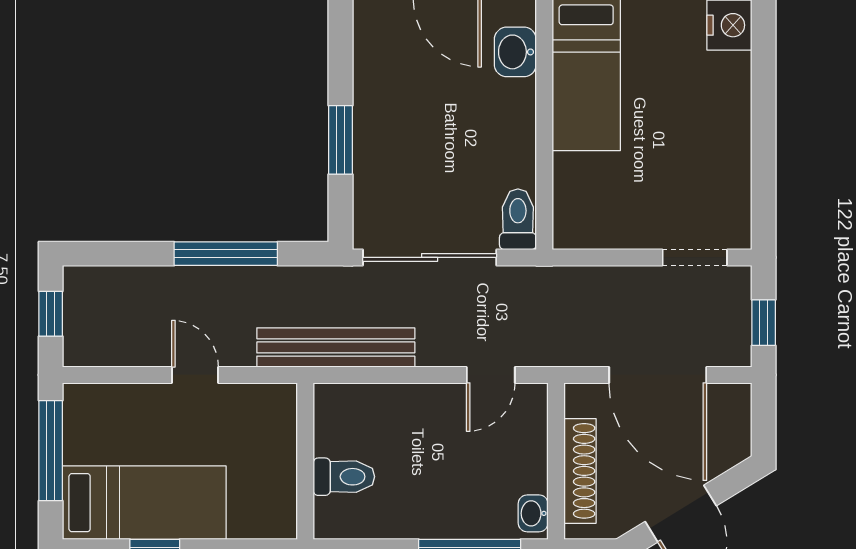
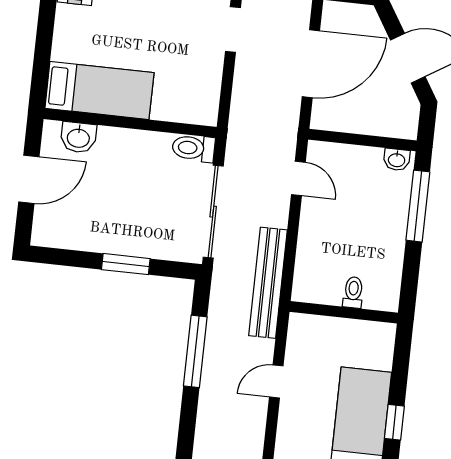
shoe rack: (580, 471) -> (371, 124), removed
toilet: (344, 477) -> (353, 292), width x0.73, depth x0.72

